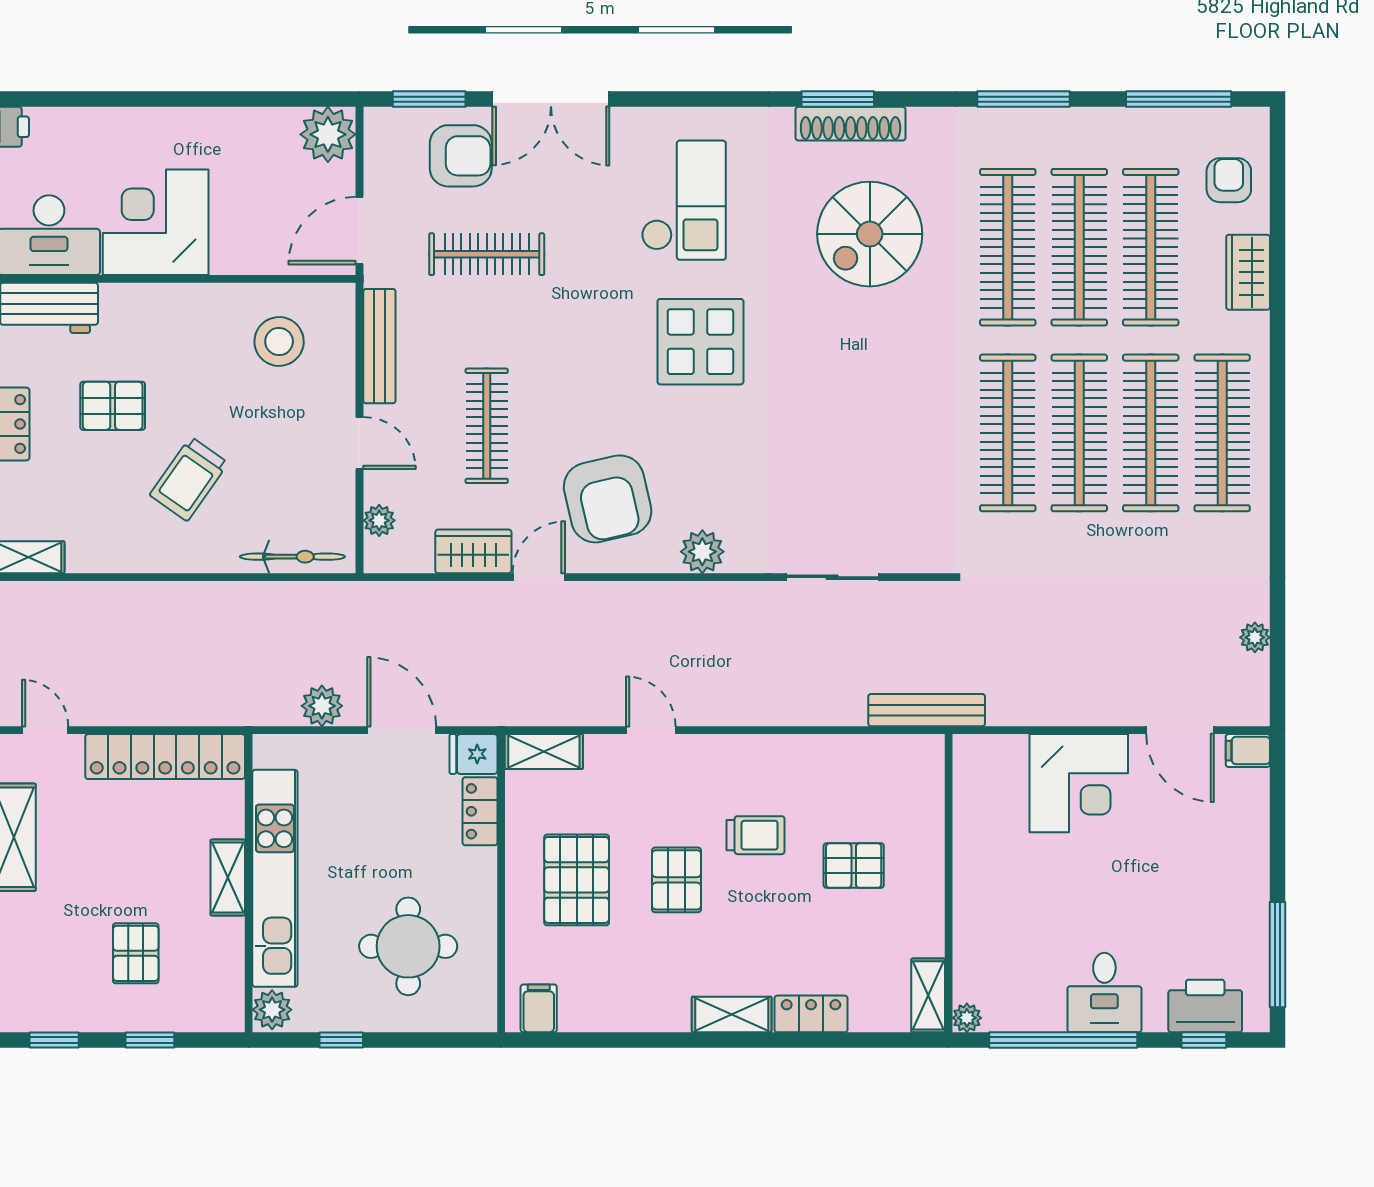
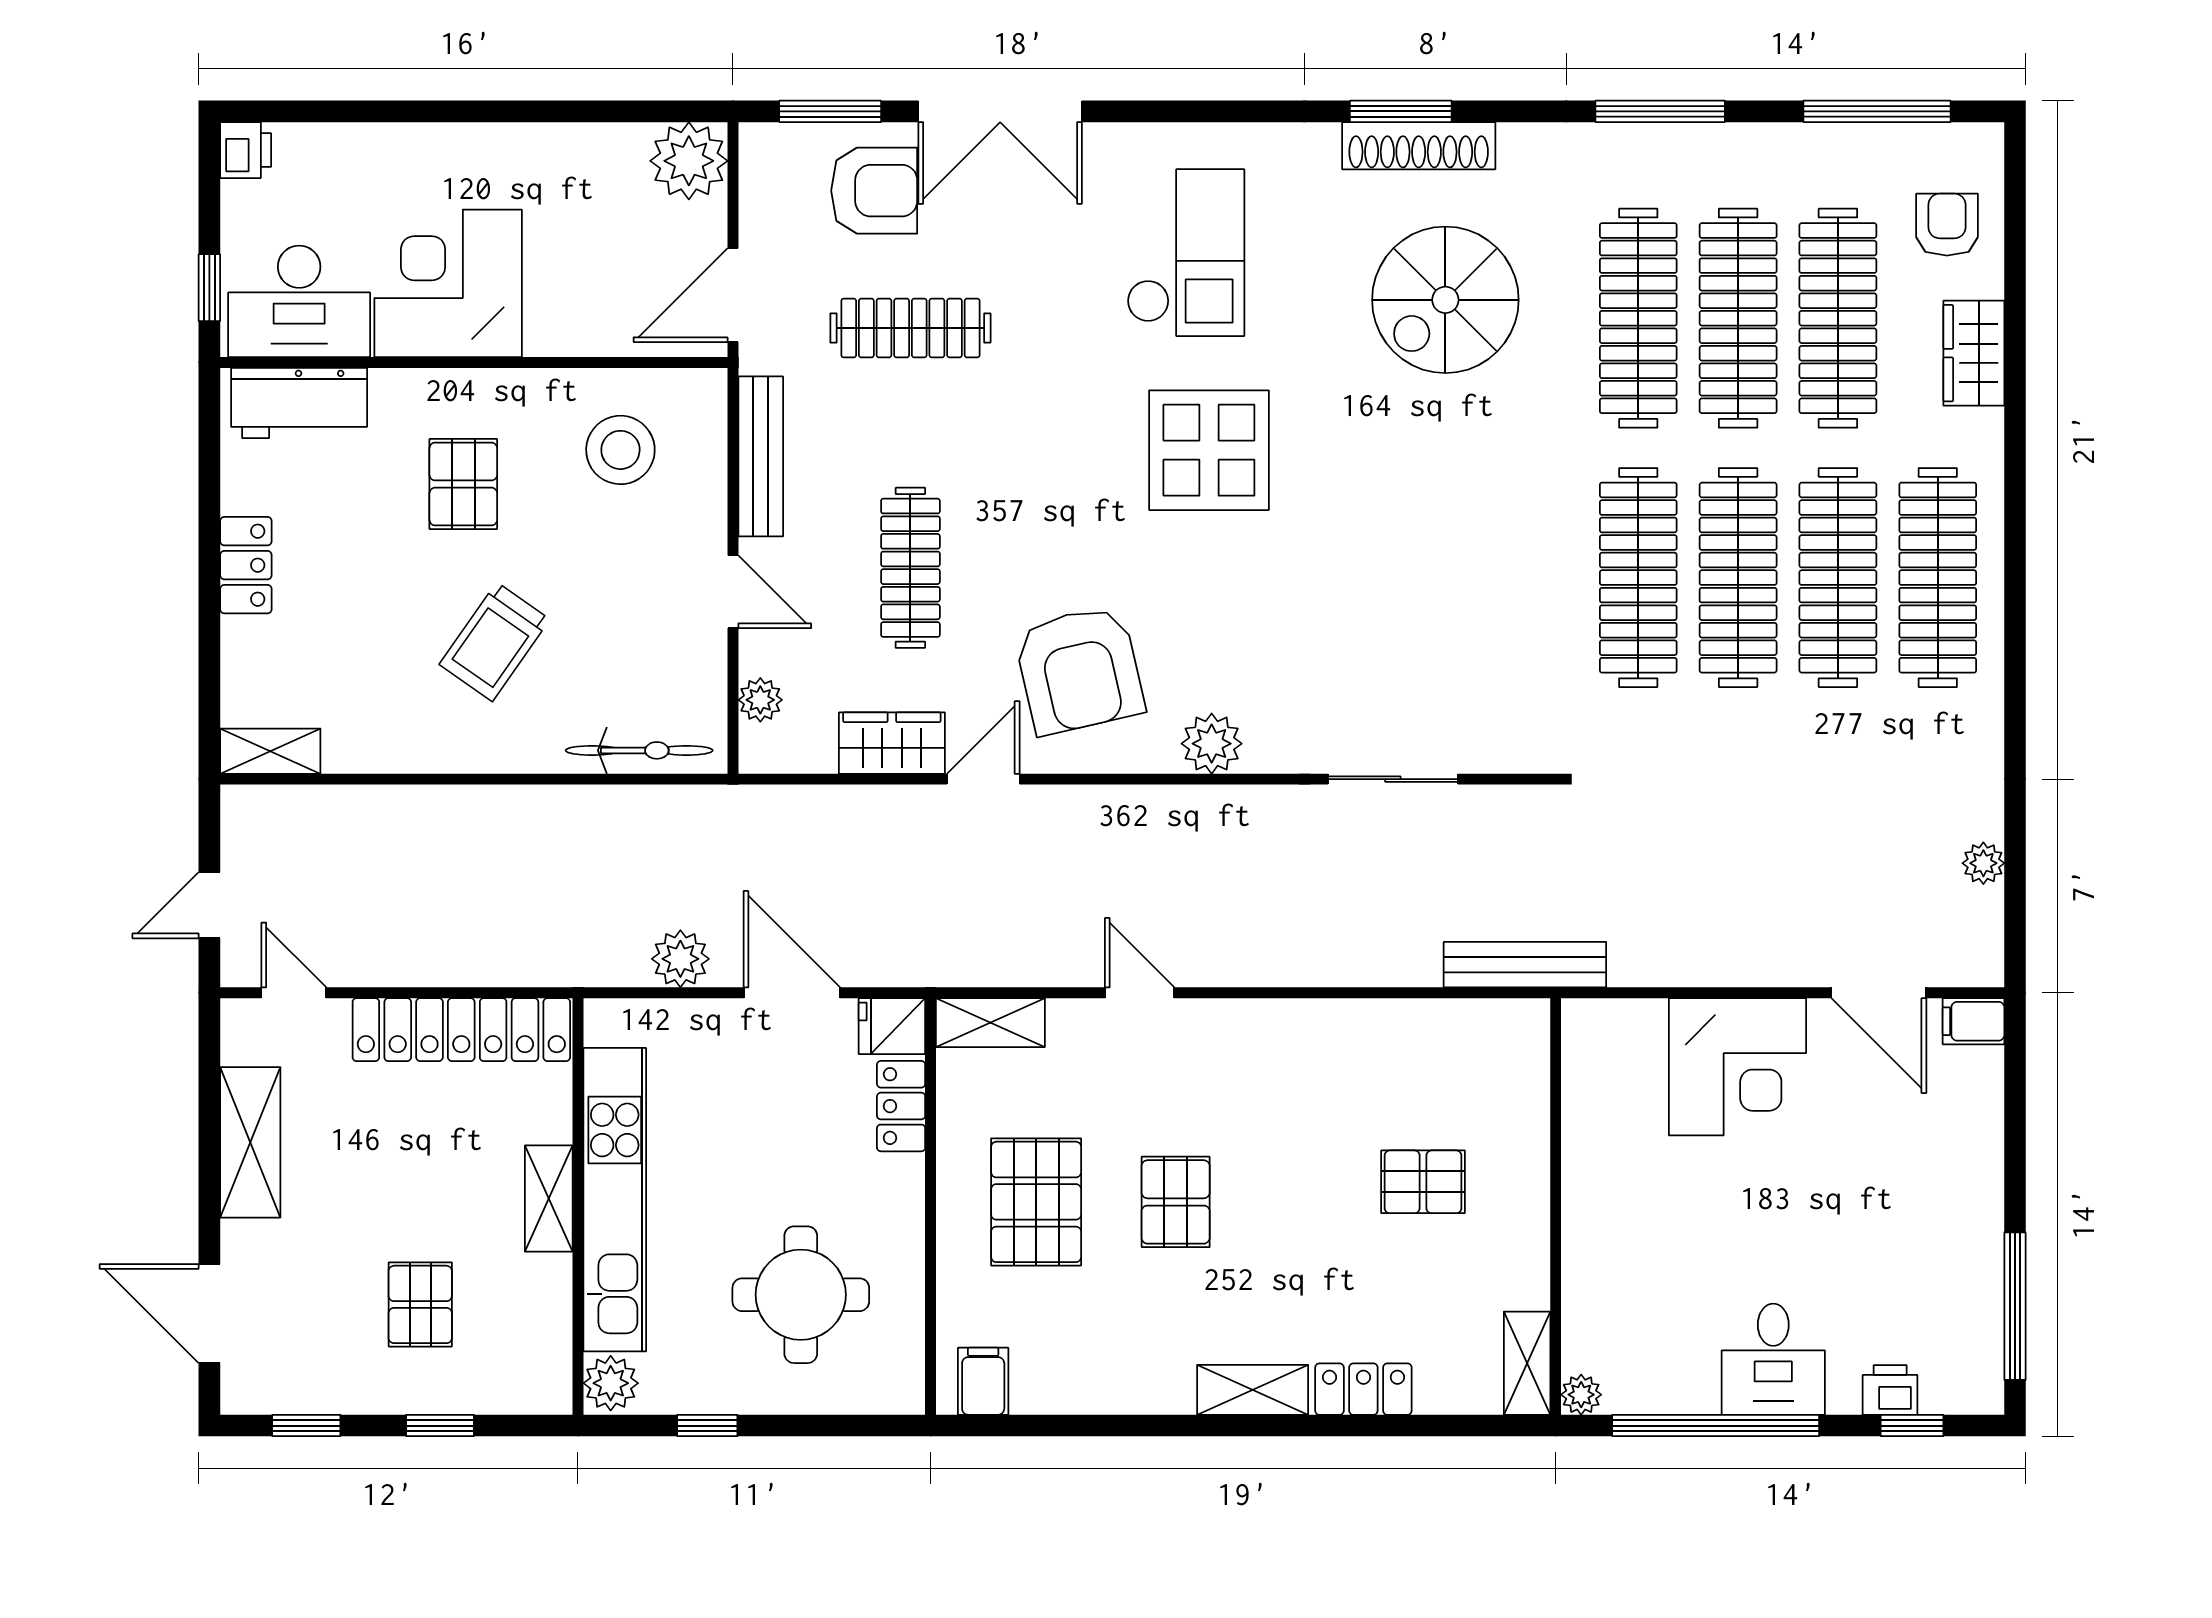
pallet: (113, 406) -> (463, 484), moved, turned 90
trolley: (755, 835) -> (1286, 1139), removed
printer: (1205, 1006) -> (1890, 1390), width x0.53, depth x0.68

